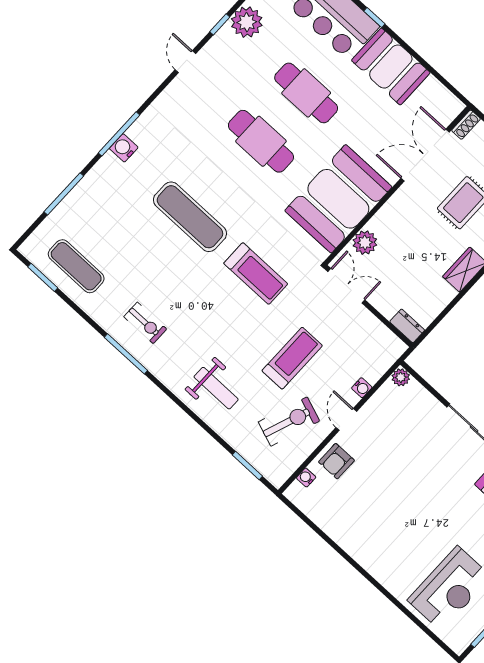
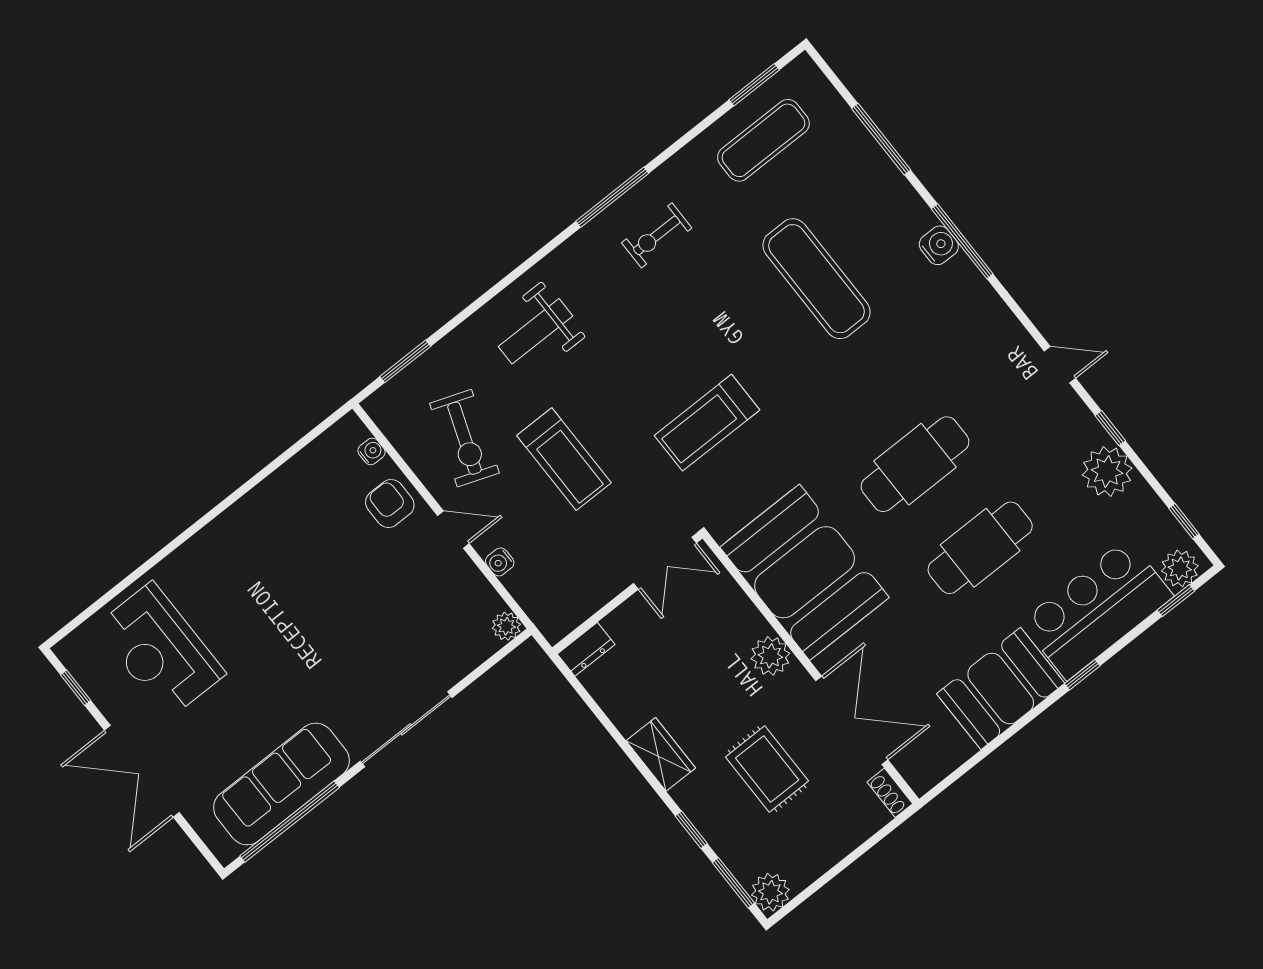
exercise mat: (190, 217) -> (816, 279), moved, turned 90
plant: (365, 243) -> (770, 656), moved

